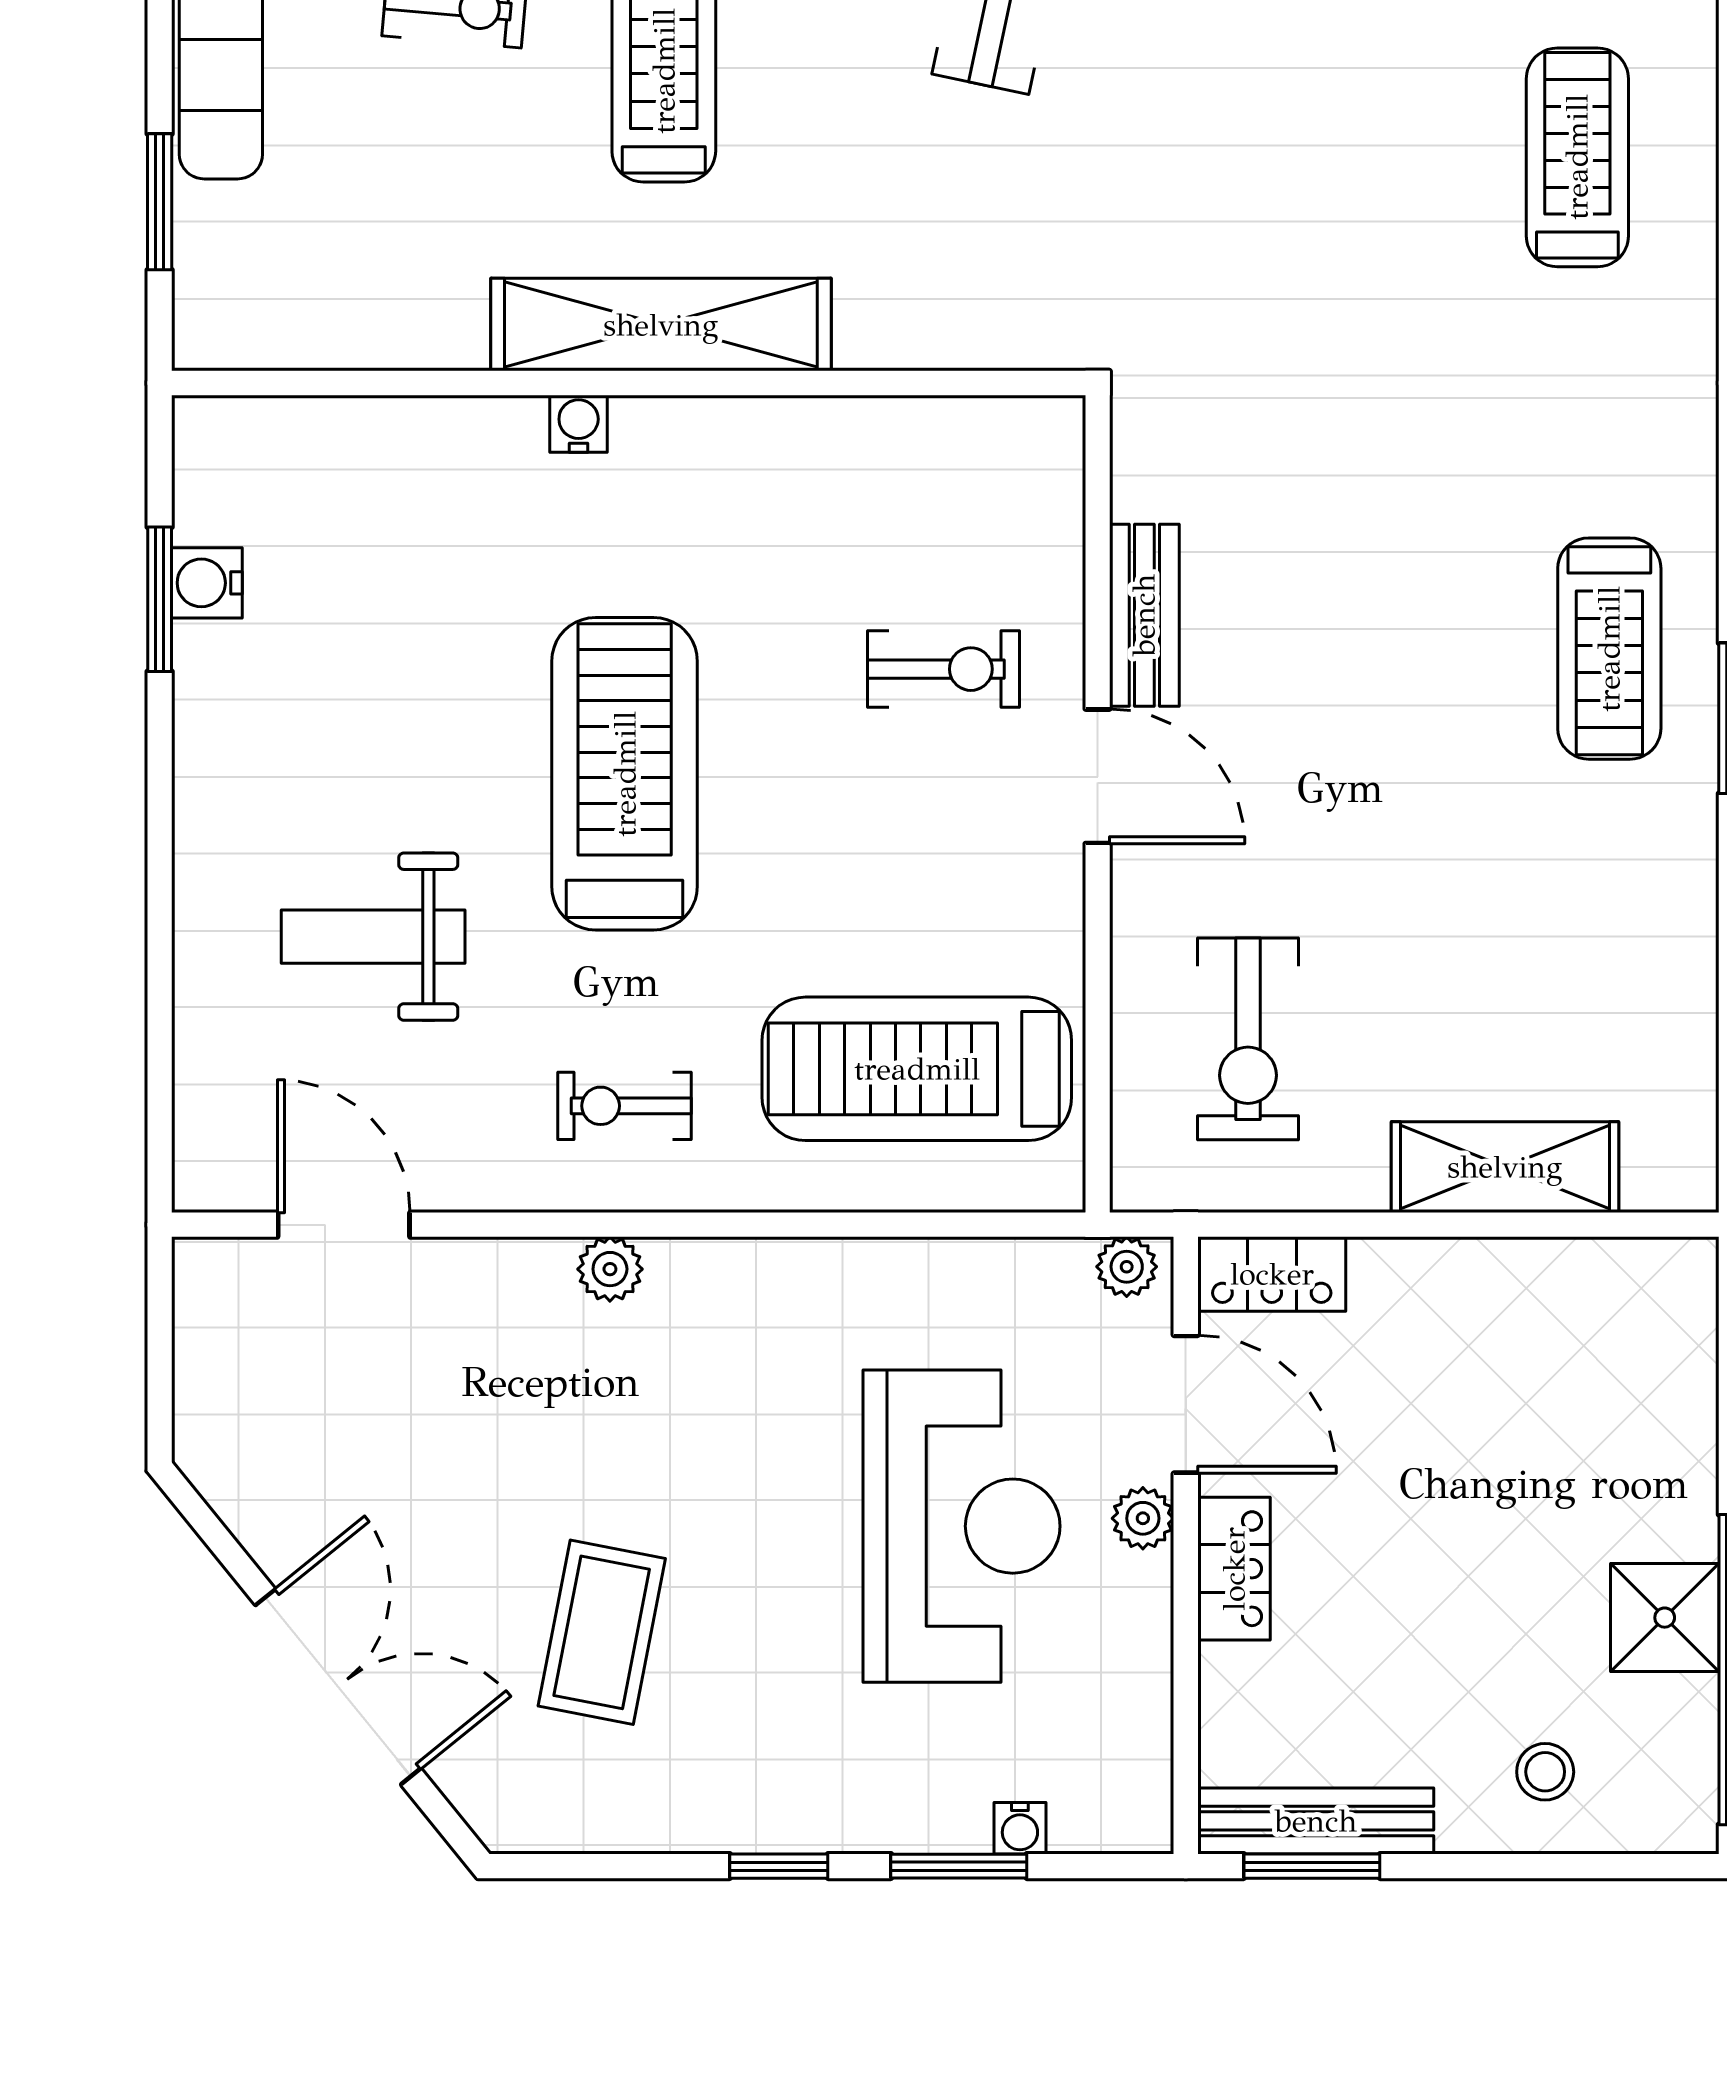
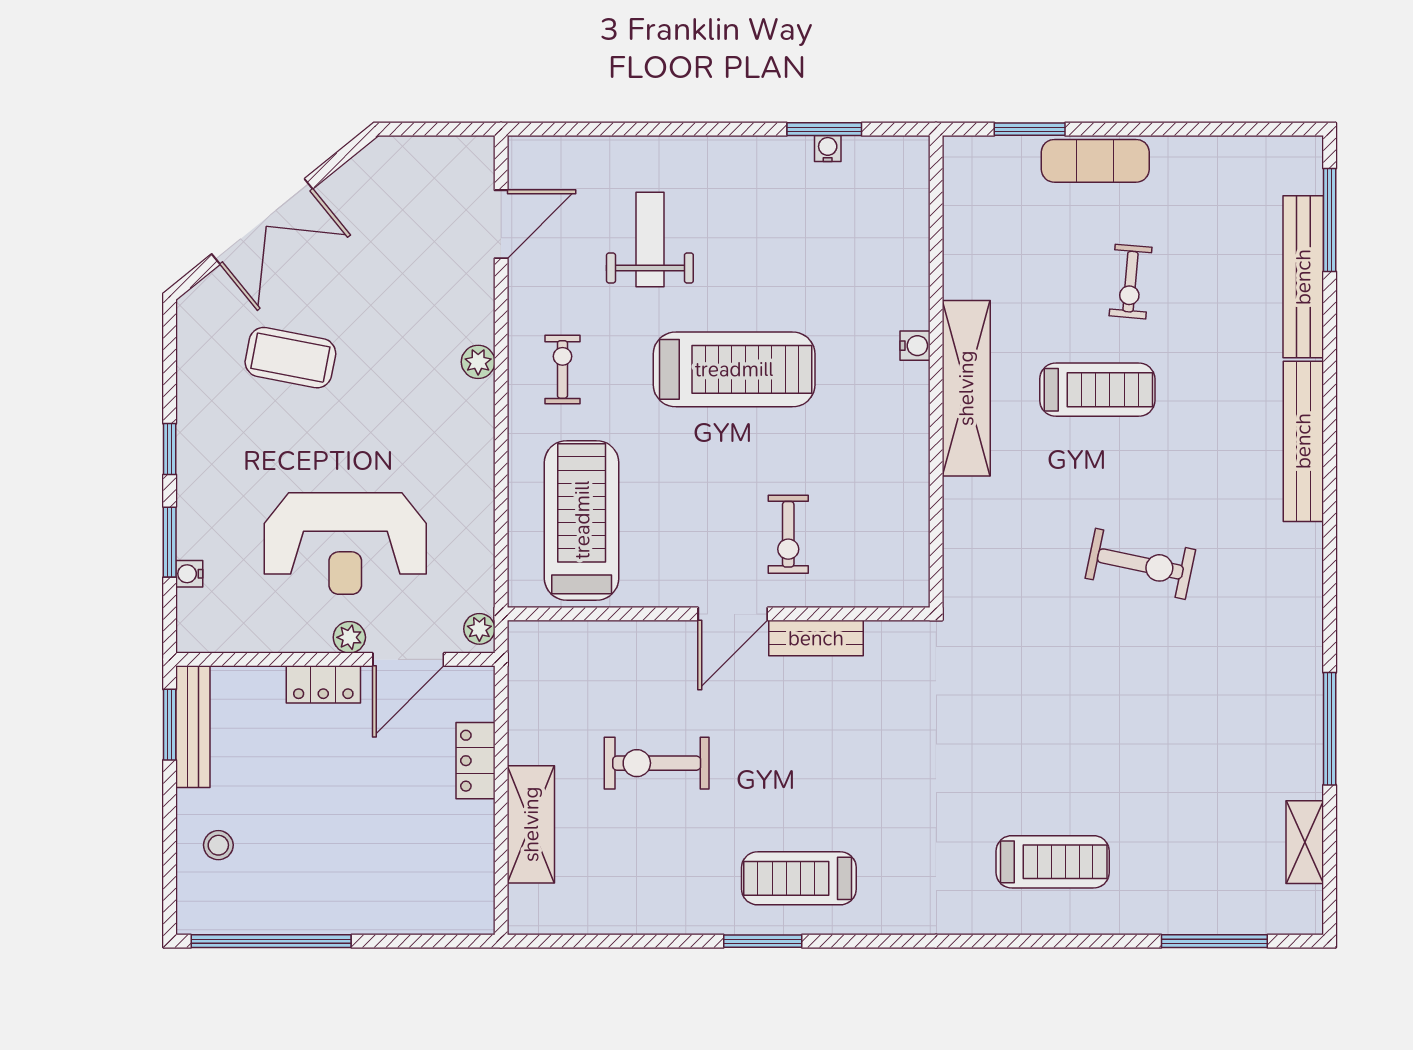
water cooler: (207, 583) -> (828, 149), width x0.72, depth x0.72
exercise bike: (1248, 1039) -> (657, 763), moved
locker: (1272, 1274) -> (476, 761), moved
shower: (1665, 1618) -> (298, 907), removed

